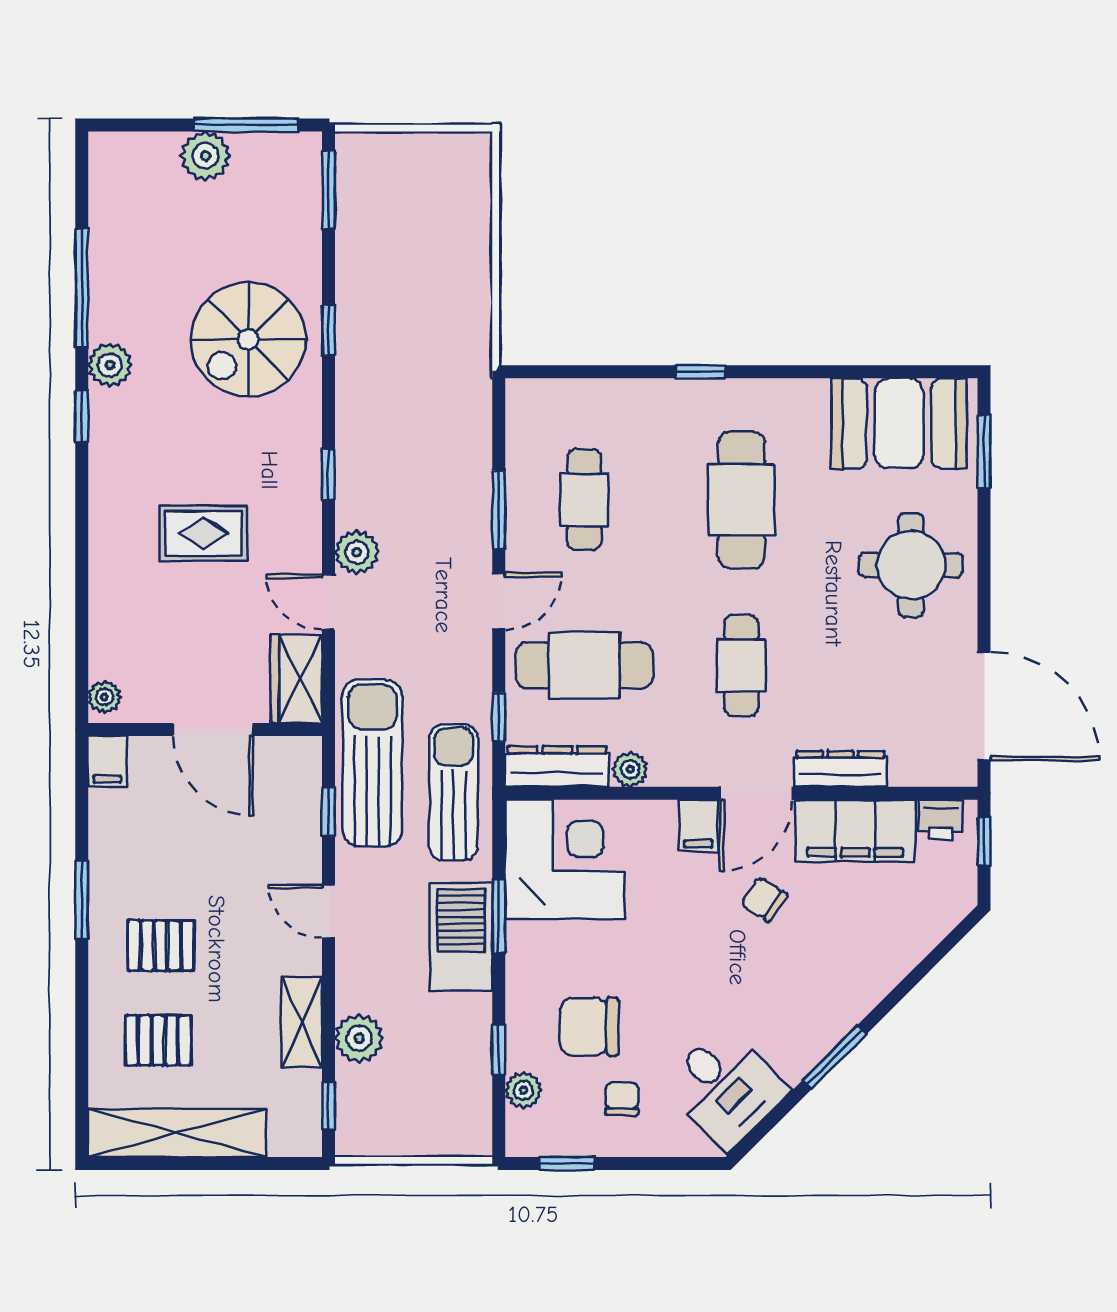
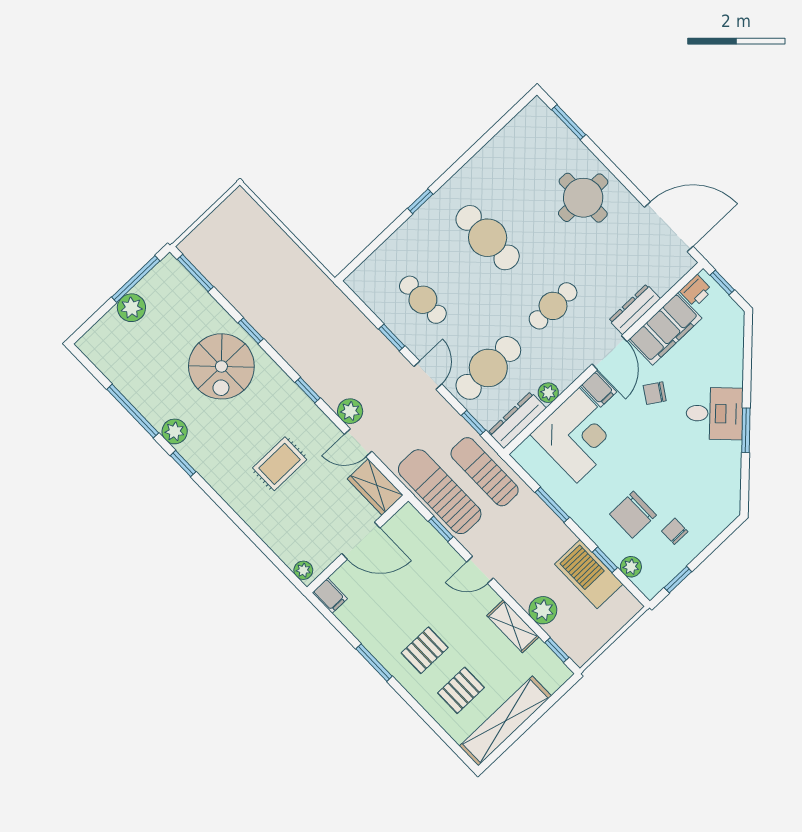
booth: (899, 423) -> (522, 144), removed
window: (499, 510) -> (392, 338), width x0.67
cafe table: (741, 665) -> (553, 306), turned 90
corner desk: (565, 859) -> (578, 435), moved, turned 90
barbecue: (461, 937) -> (589, 574), moved
desk: (726, 1087) -> (715, 413), moved

